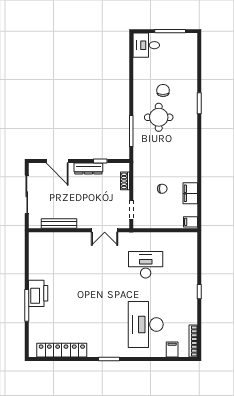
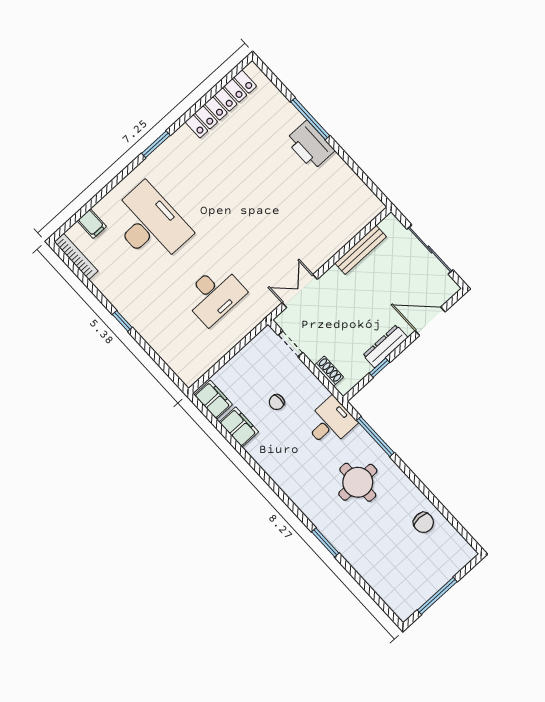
desk: (146, 45) -> (330, 423), moved
chair: (163, 90) -> (423, 522), moved
filing cabinet: (190, 222) -> (213, 400), width x2.00

